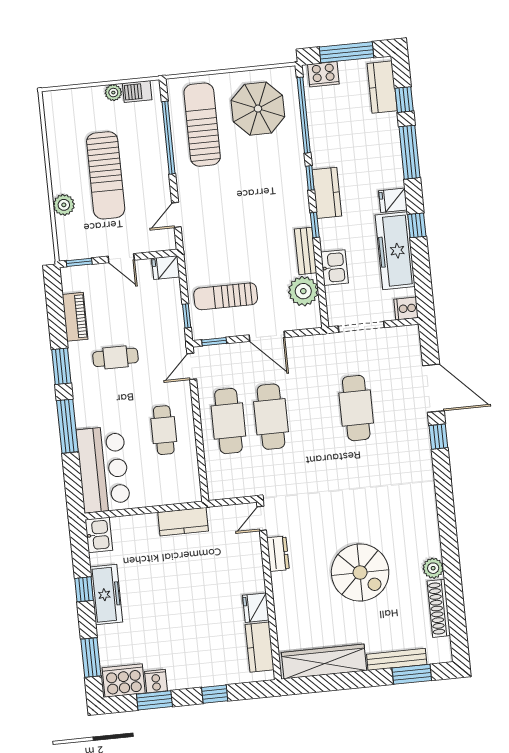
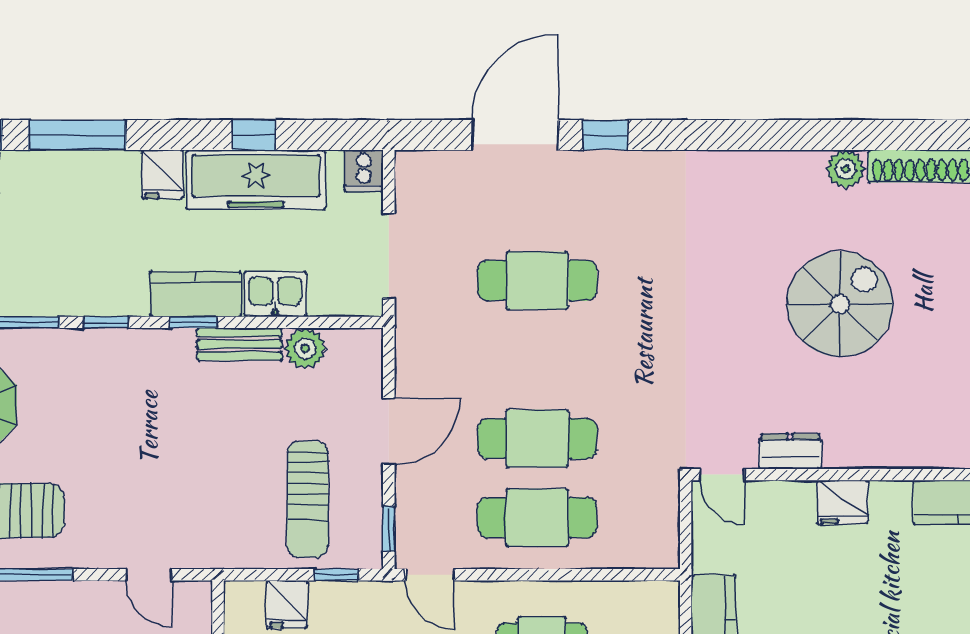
kitchen counter: (327, 193) -> (195, 294), moved
window: (417, 225) -> (254, 135), moved
fridge: (166, 268) -> (287, 604), moved
plant: (303, 291) -> (305, 348), width x0.73, depth x0.73
fridge: (256, 608) -> (843, 502), moved

